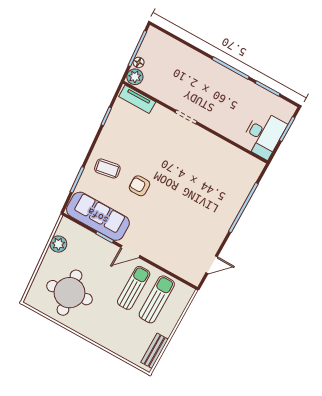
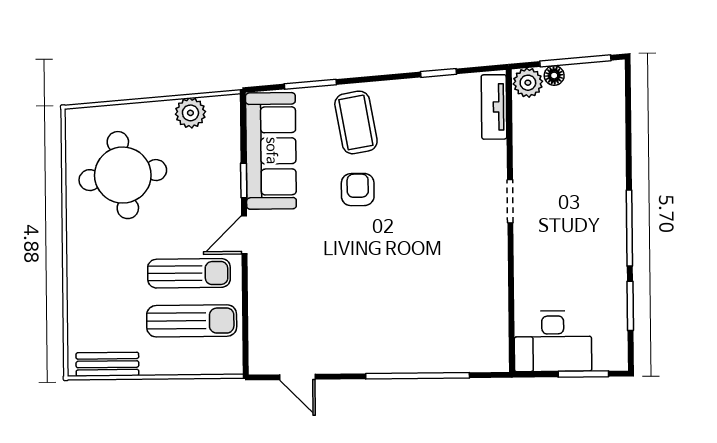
coffee table: (107, 169) -> (356, 122), width x1.36, depth x1.30
door: (130, 251) -> (244, 235), hinge flipped

